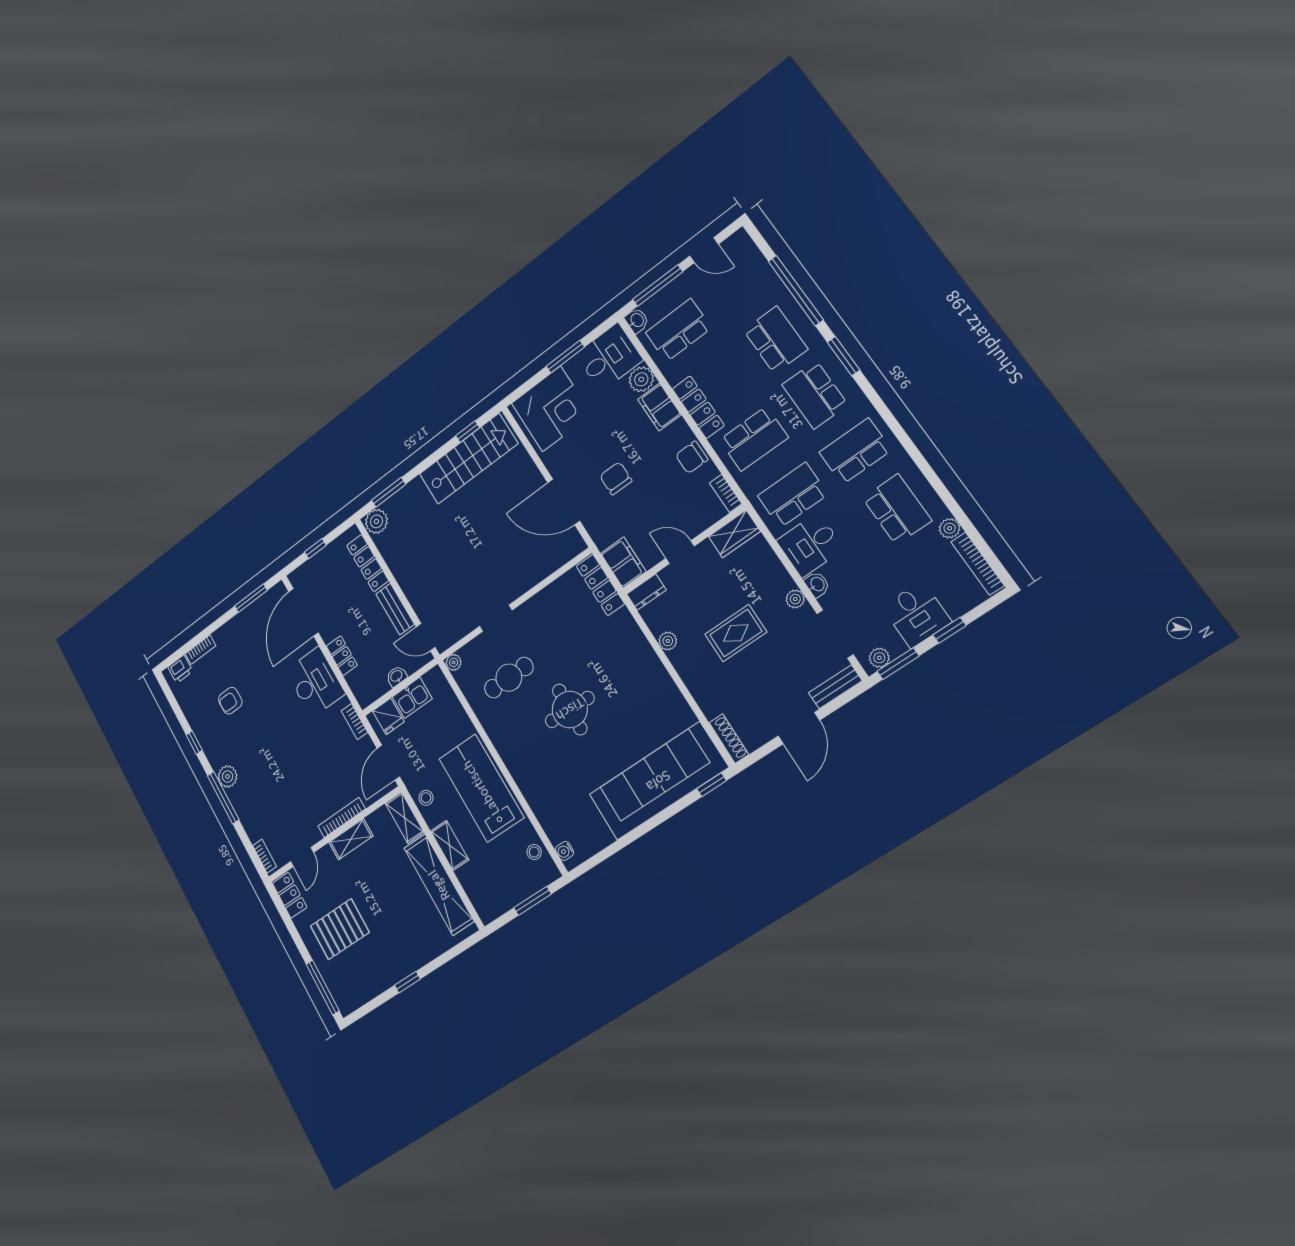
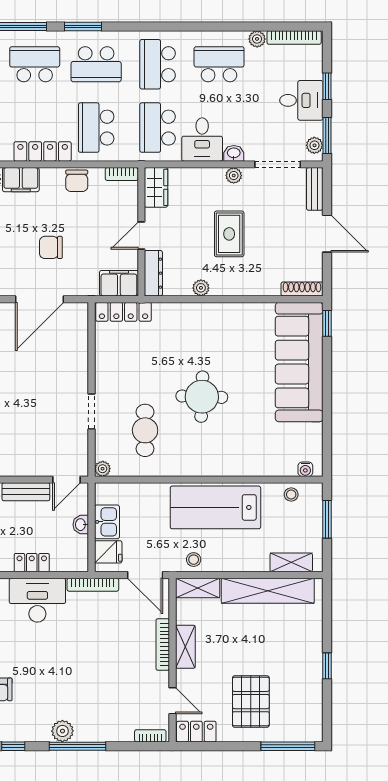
school desk: (754, 439) -> (96, 128), turned 180
dresser: (646, 592) -> (153, 273), width x1.44
bookcase: (354, 722) -> (93, 585), width x1.56
shelving: (450, 845) -> (291, 562), moved

